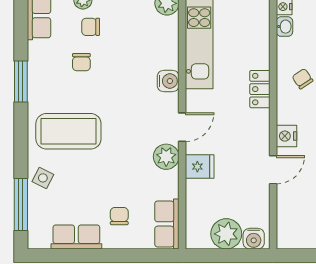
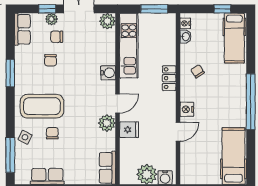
chair: (119, 216) -> (52, 133), moved

